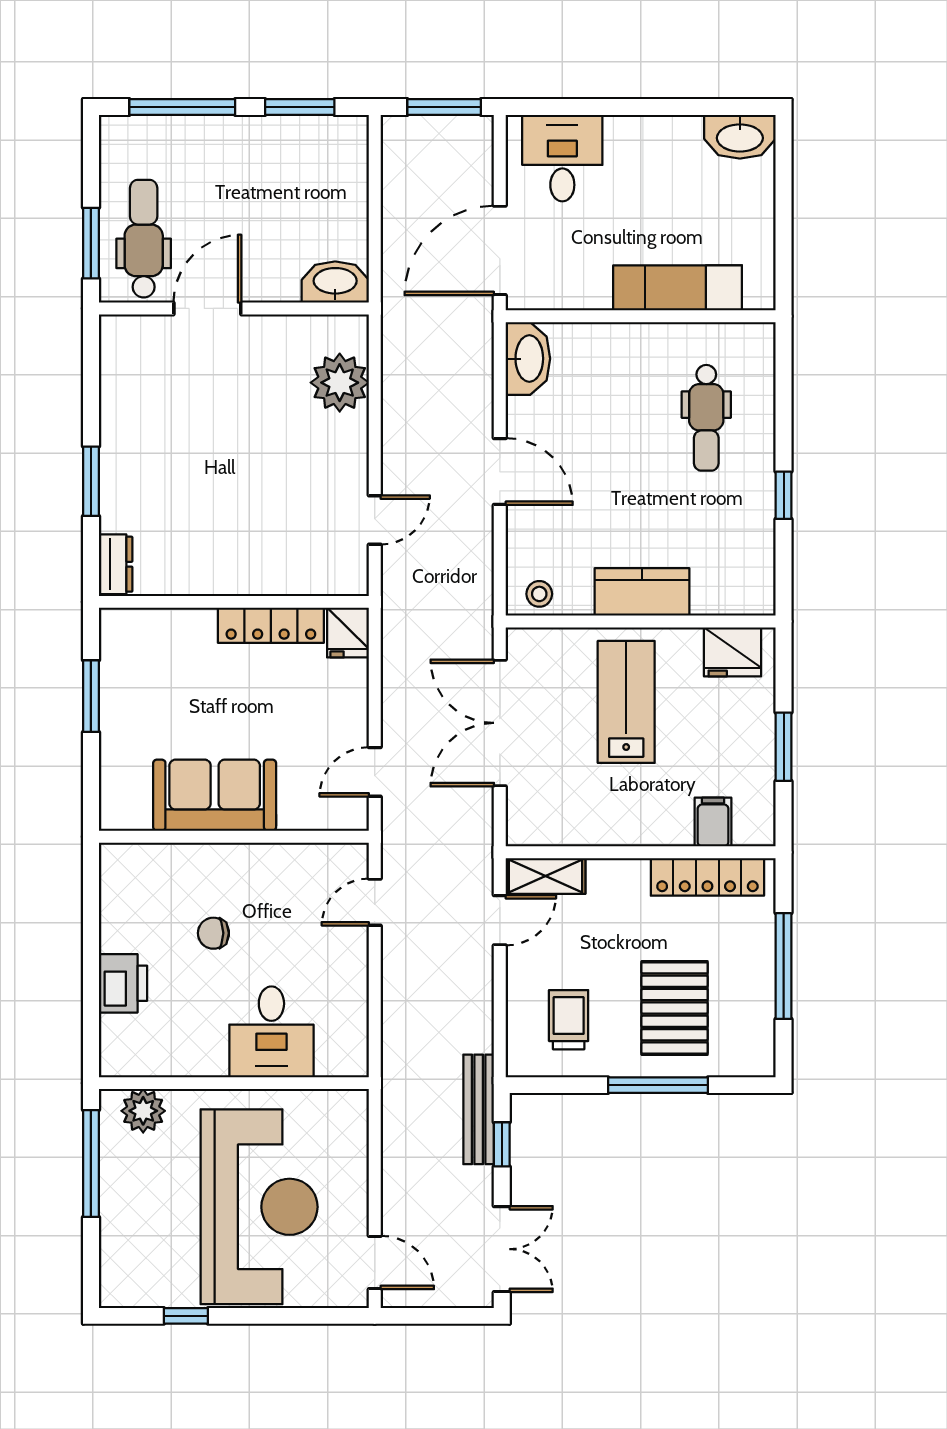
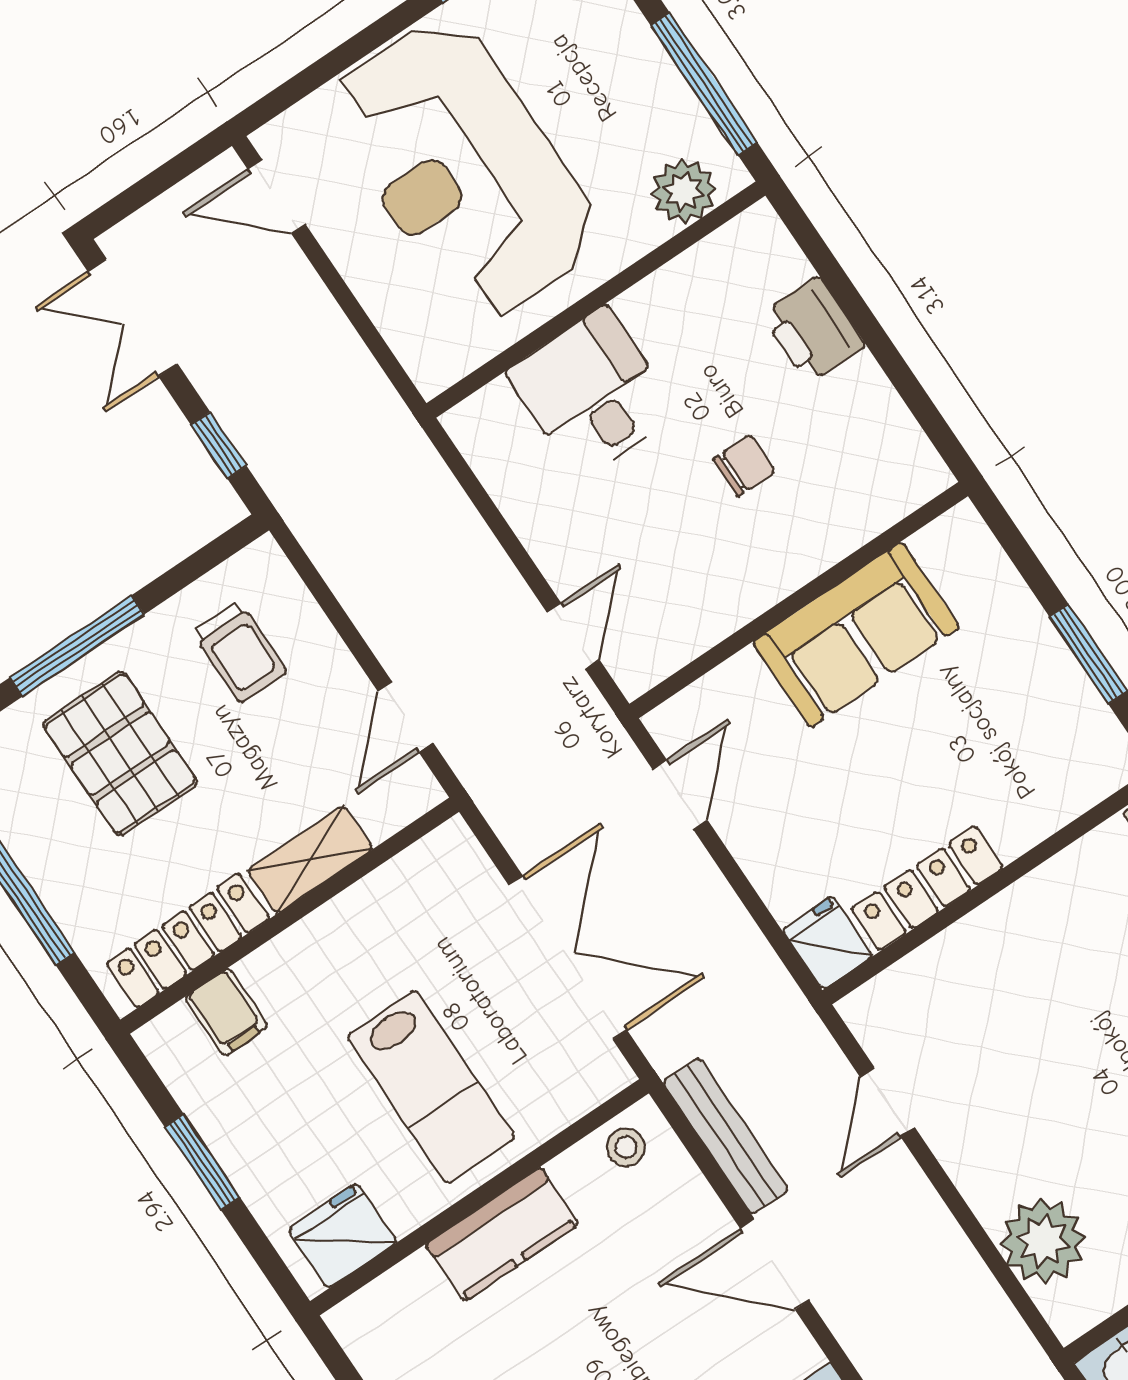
shelving: (546, 876) -> (310, 860), moved
bench: (479, 1109) -> (726, 1136), moved

